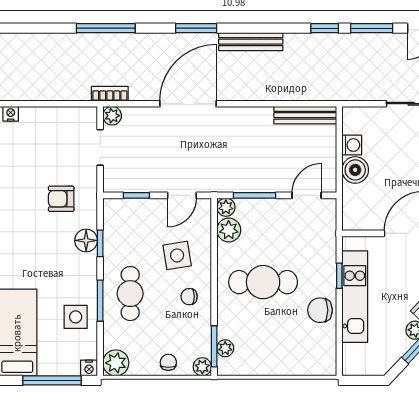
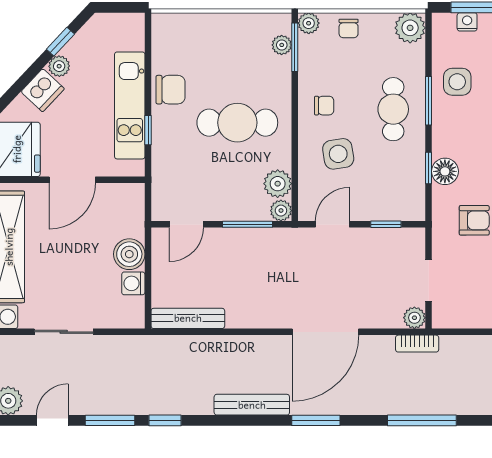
nightstand: (89, 368) -> (467, 22), moved

